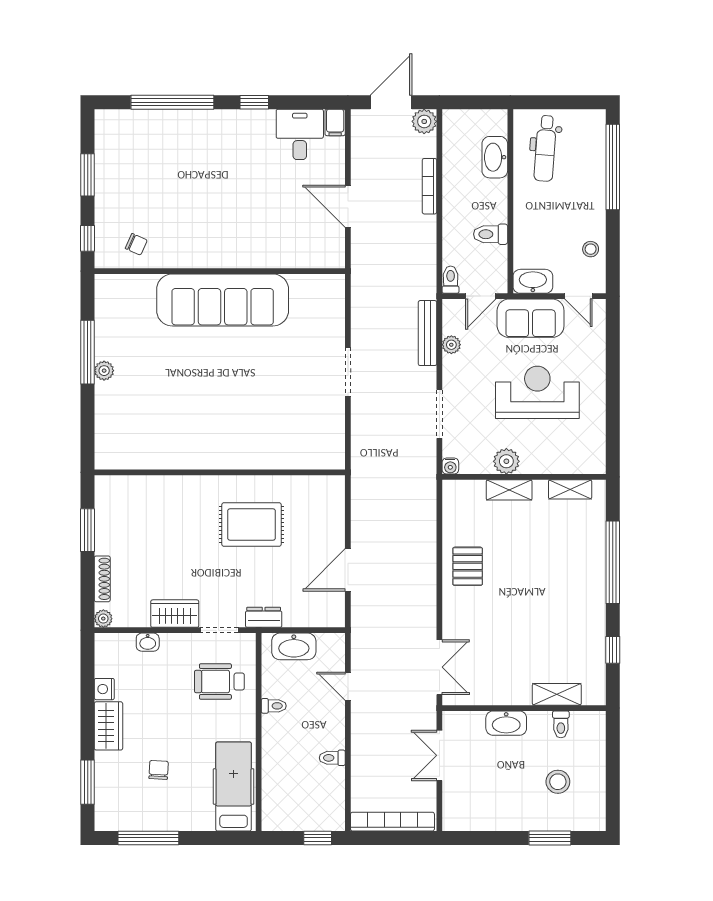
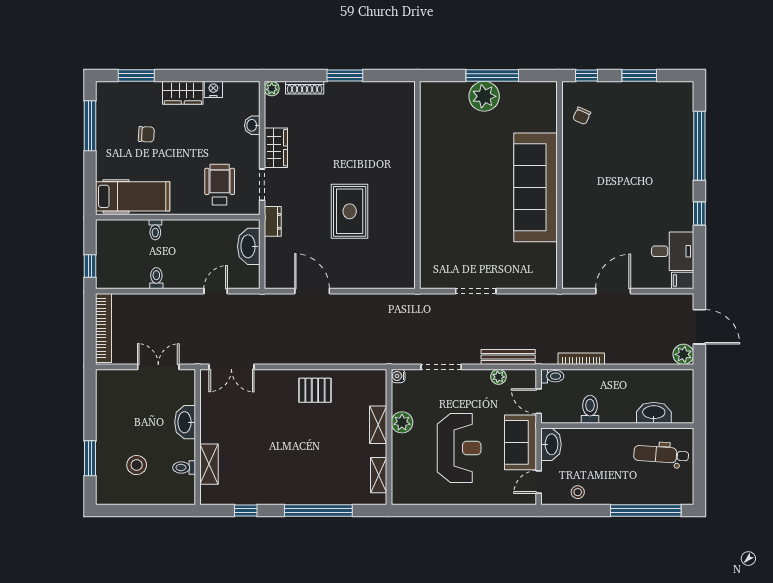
bookcase: (429, 186) -> (581, 359), moved
plant: (104, 371) -> (484, 96), width x1.88, depth x1.88
wall: (220, 472) -> (417, 185), moved
toilet: (274, 706) -> (155, 230), moved

